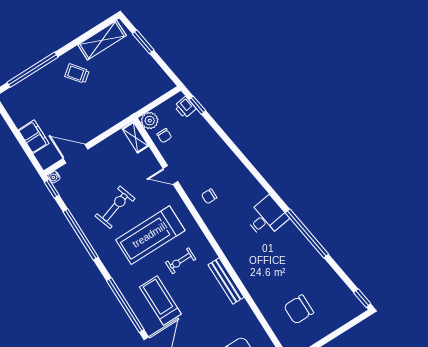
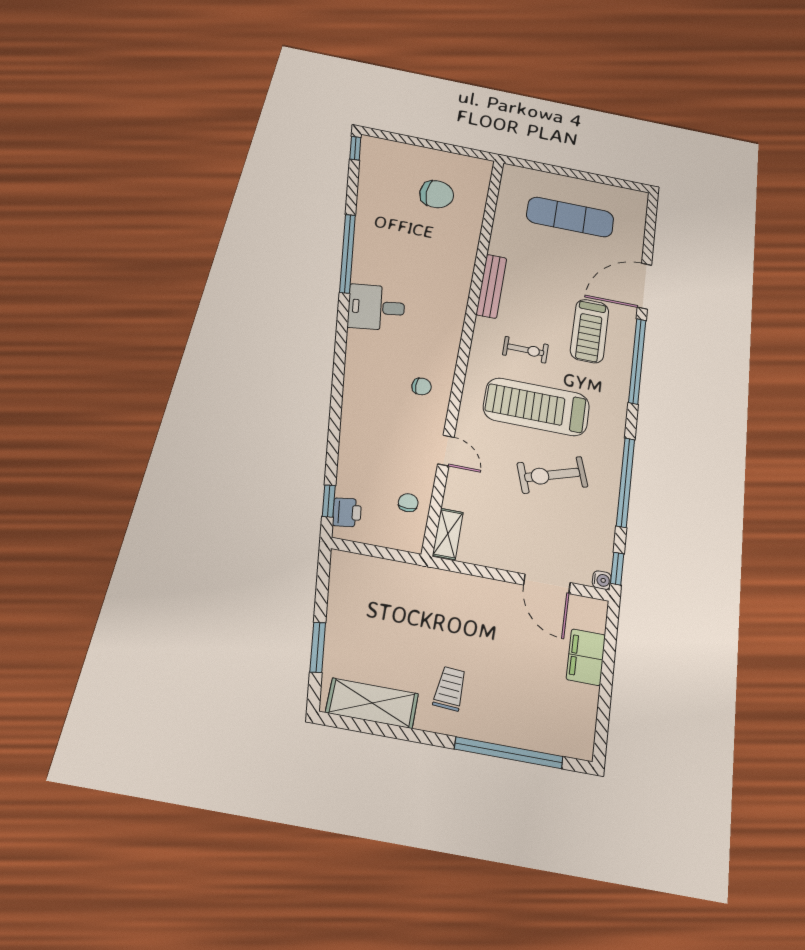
trolley: (77, 74) -> (450, 689), turned -138
plant: (150, 121) -> (409, 538), removed
treadmill: (150, 235) -> (536, 407), turned 180

